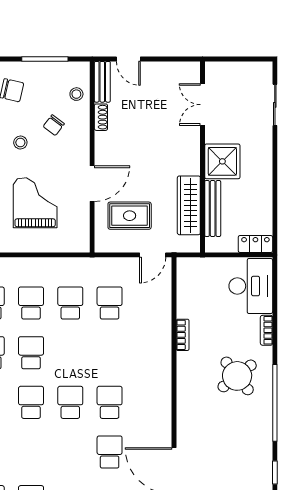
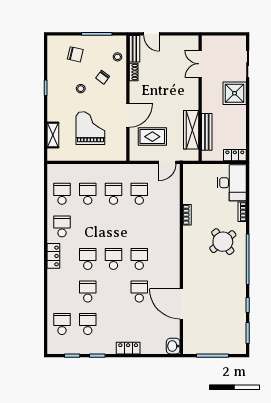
shower: (222, 161) -> (235, 93), moved
school desk: (31, 353) -> (88, 291), moved

